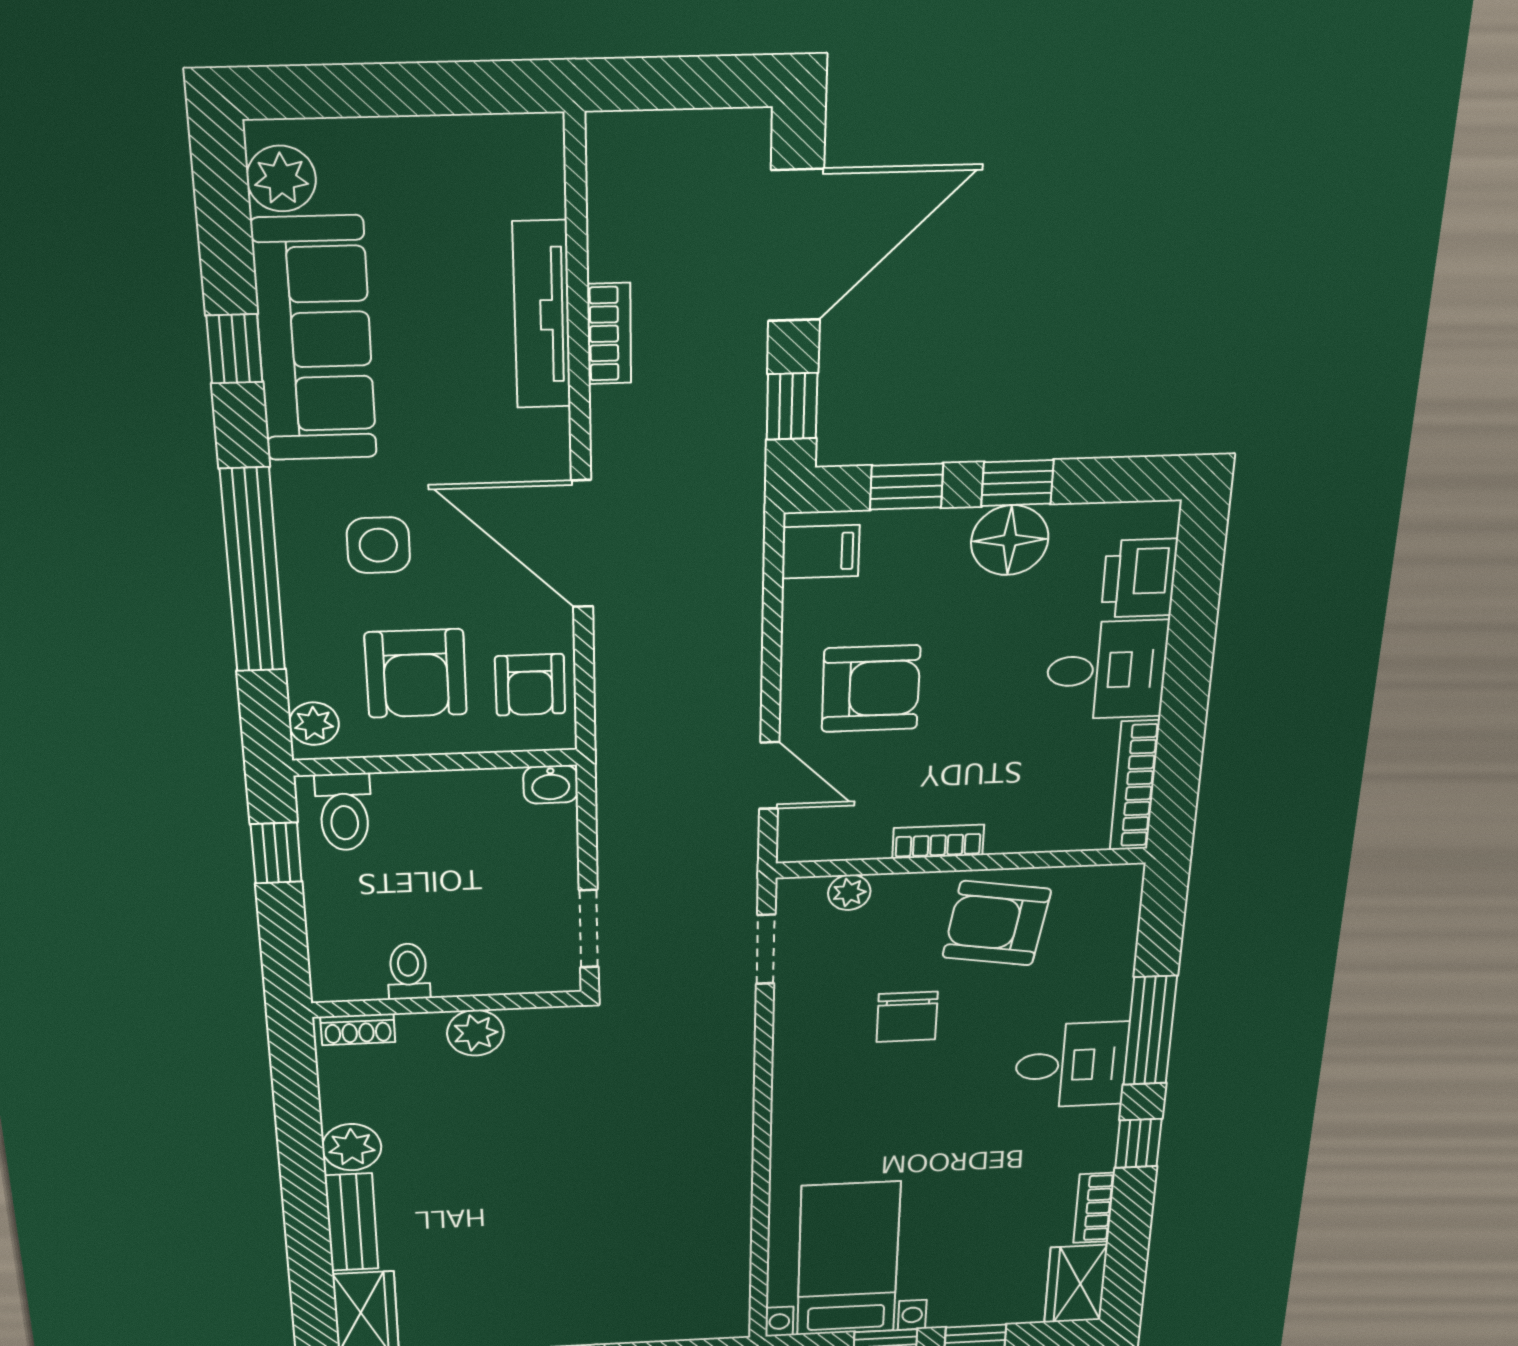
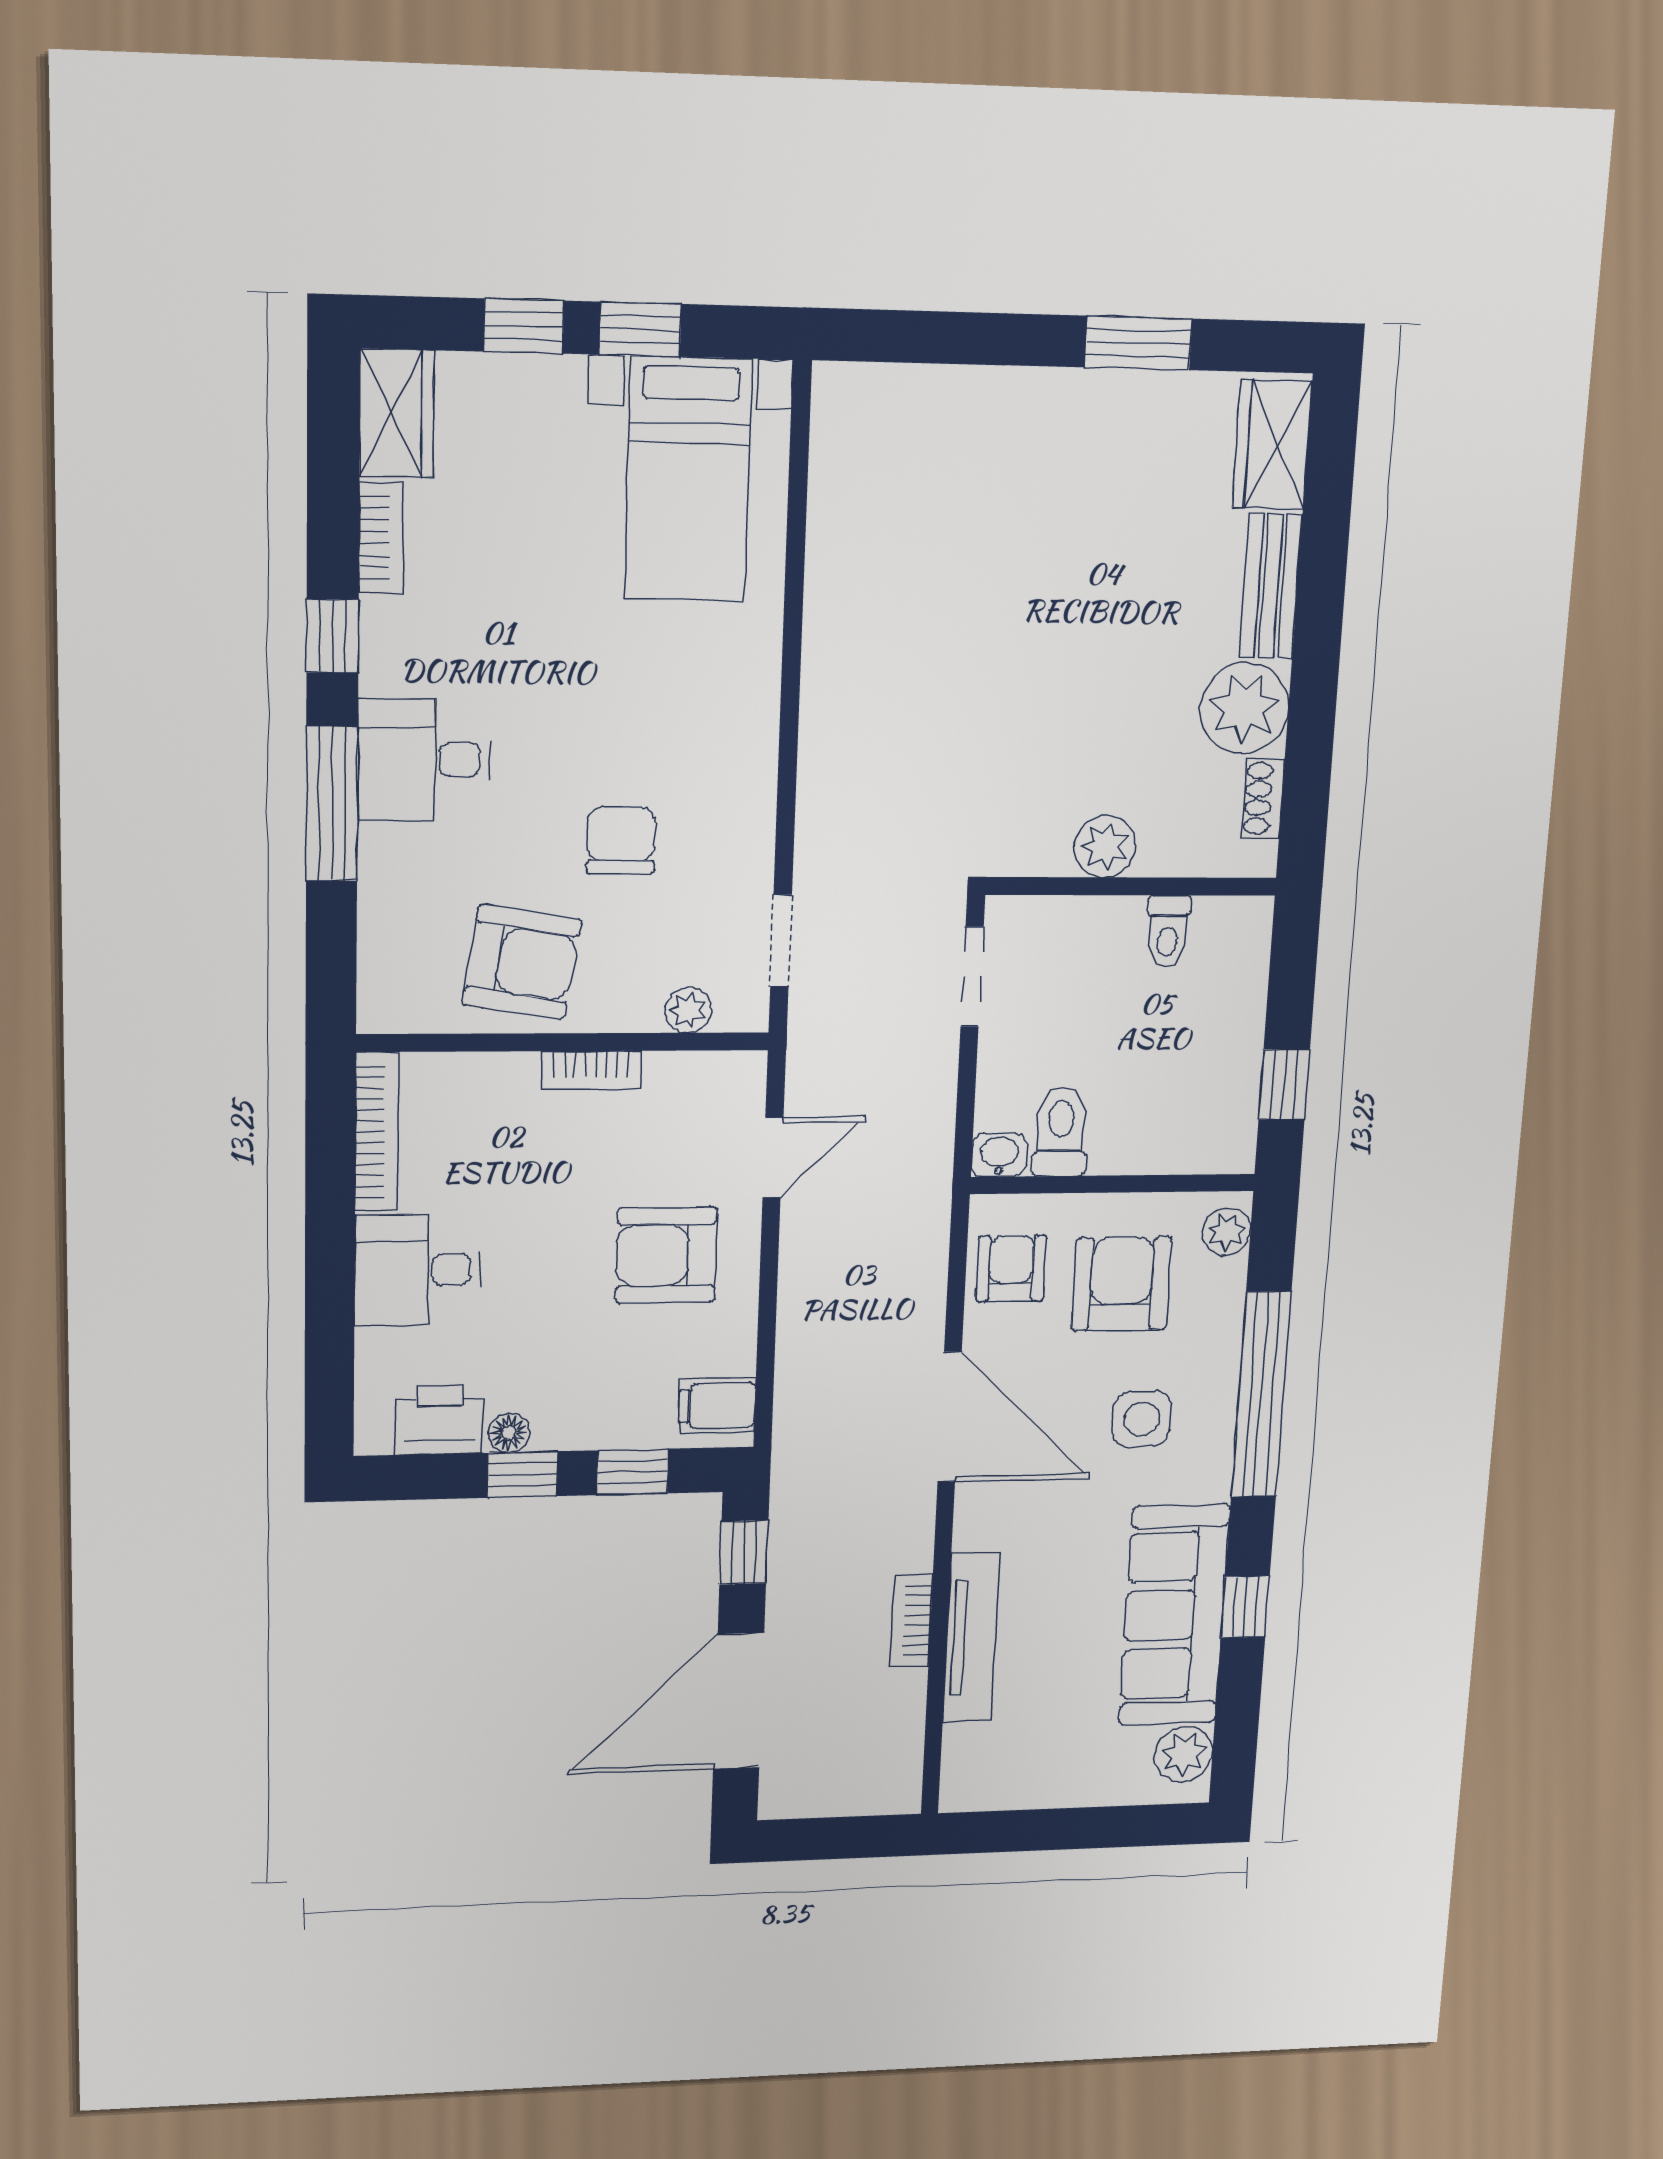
floor lamp: (1010, 540) -> (509, 1433), width x0.53, depth x0.53
printer: (1139, 578) -> (439, 1420), moved, turned -90
door: (769, 776) -> (773, 1158), swing flipped
toilet: (344, 812) -> (1061, 1131), moved
shoe rack: (358, 1029) -> (1263, 798), moved, turned -90
plant: (352, 1147) -> (1244, 708), width x1.36, depth x1.36

